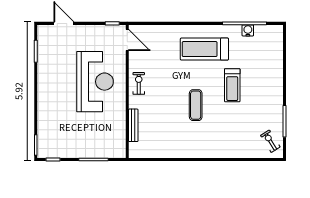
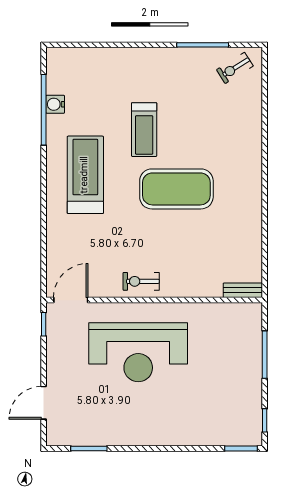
treadmill: (204, 49) -> (85, 175), turned 180
reception desk: (95, 82) -> (138, 352), turned 180
treadmill: (232, 85) -> (144, 130), turned 90
exercise mat: (196, 105) -> (176, 189), width x2.00, depth x1.45
bench: (133, 125) -> (243, 290), moved, width x0.73

